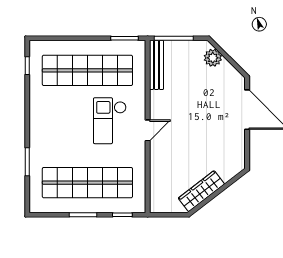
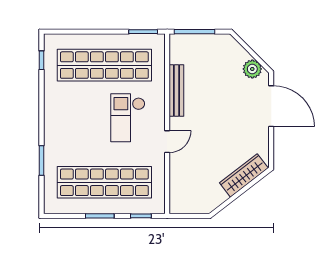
plant: (213, 58) -> (252, 69), moved
bench: (156, 65) -> (176, 90), moved
door: (148, 130) -> (167, 142), moved
wardrobe: (201, 191) -> (244, 175), moved

